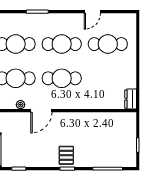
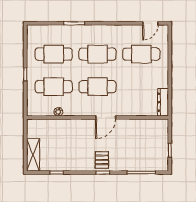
door: (92, 12) -> (150, 23), moved
dresser: (131, 99) -> (163, 102), width x1.44
door: (41, 111) -> (106, 117), moved

